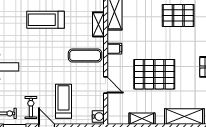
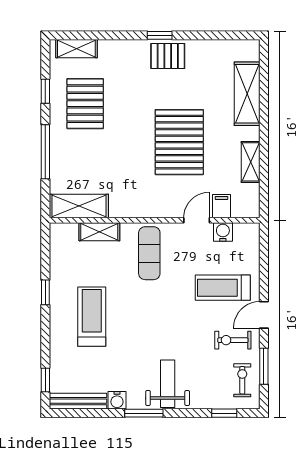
treadmill: (45, 20) -> (92, 317), turned 180
filing cabinet: (114, 49) -> (222, 206), moved
water cooler: (98, 117) -> (223, 232), moved

